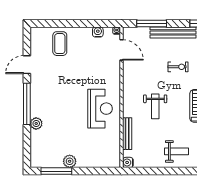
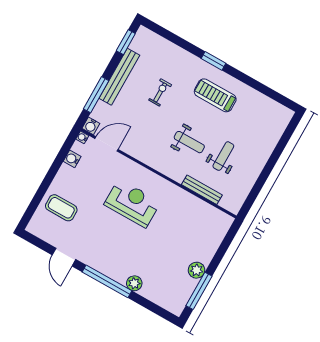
reception desk: (100, 109) -> (132, 203), moved
weight bench: (177, 151) -> (223, 156), moved
water cooler: (128, 162) -> (91, 126), moved

